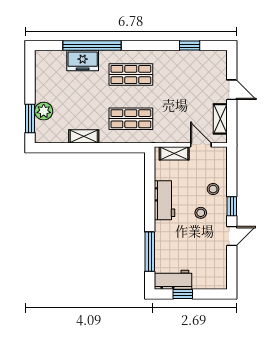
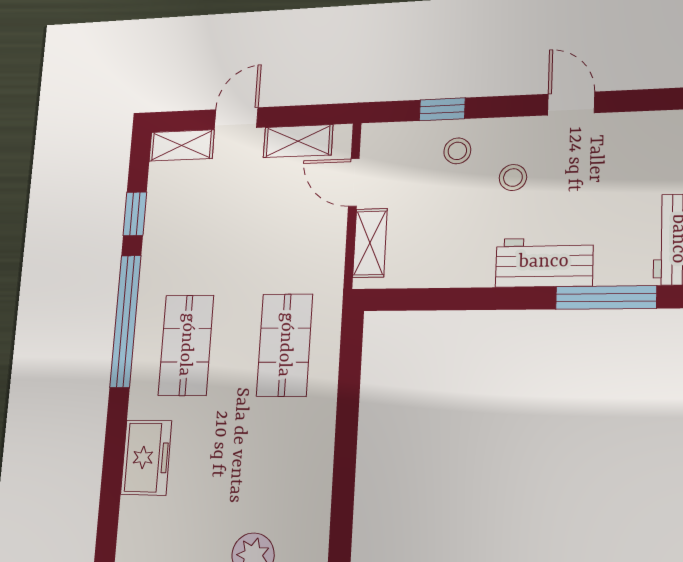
window: (92, 46) -> (125, 321), moved
shelving: (84, 136) -> (182, 145), moved, turned 90
door: (201, 145) -> (354, 182), hinge flipped
workbench: (165, 200) -> (544, 262), moved
window: (232, 206) -> (442, 109), moved

